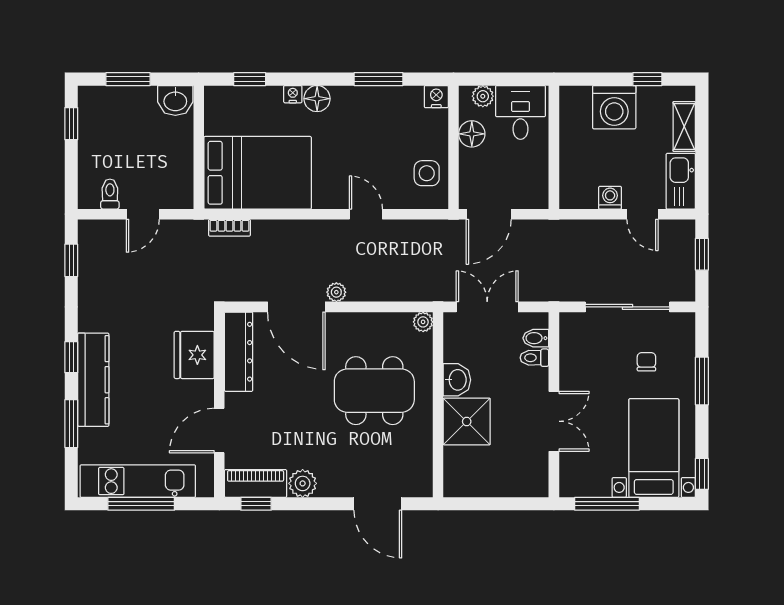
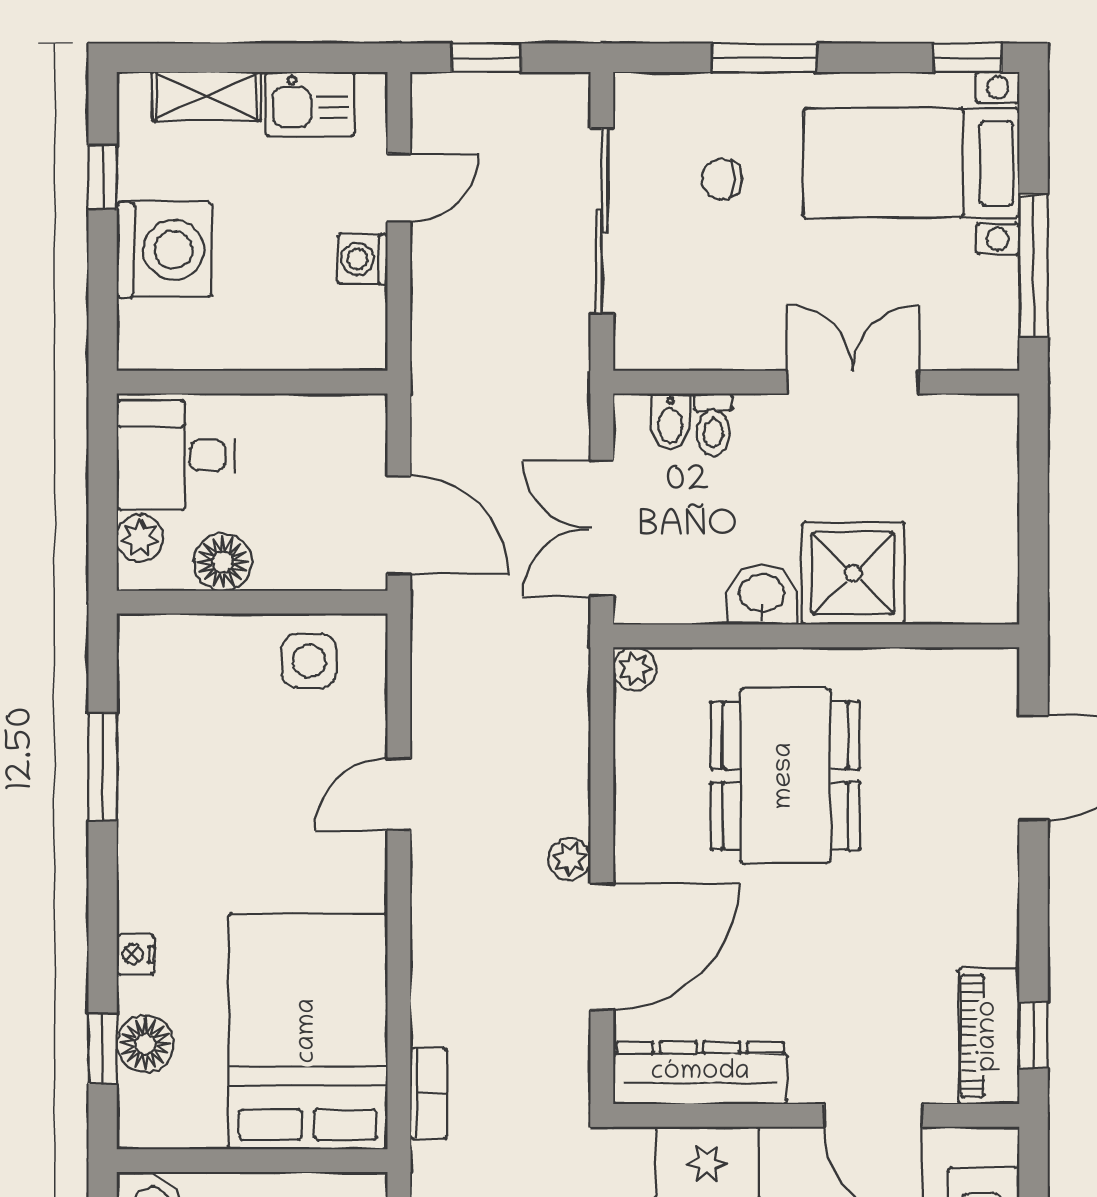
nightstand: (436, 97) -> (141, 640), removed
floor lamp: (317, 99) -> (145, 1044), moved
kitchen sink: (681, 181) -> (310, 104), width x0.73
plant: (303, 483) -> (989, 933), removed

